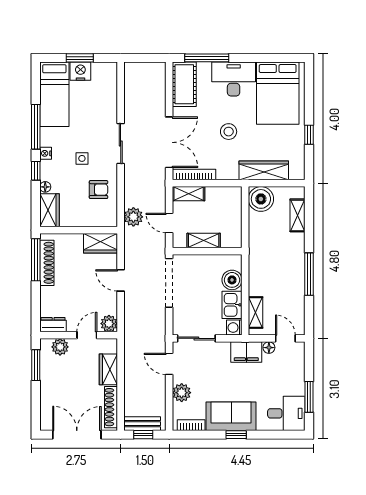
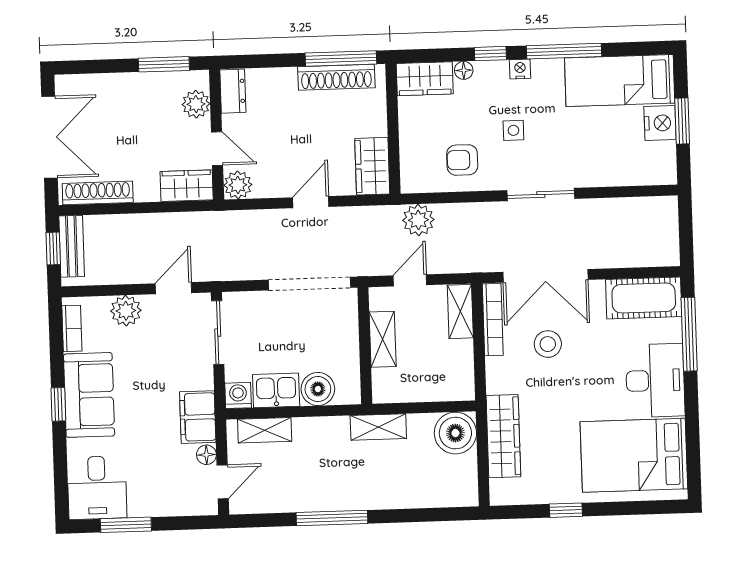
stool: (229, 132) -> (548, 344), moved
armchair: (99, 190) -> (462, 160), turned 90
shelving: (298, 215) -> (378, 427), moved
wardrobe: (108, 369) -> (187, 186), moved

